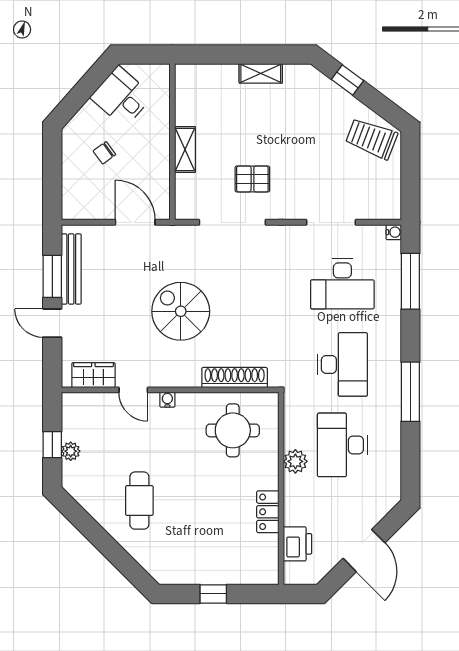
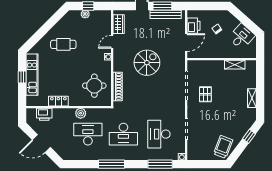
shelving: (185, 149) -> (235, 65), moved
printer: (97, 206) -> (194, 26), added
kitchen unit: (208, 572) -> (32, 75), added

